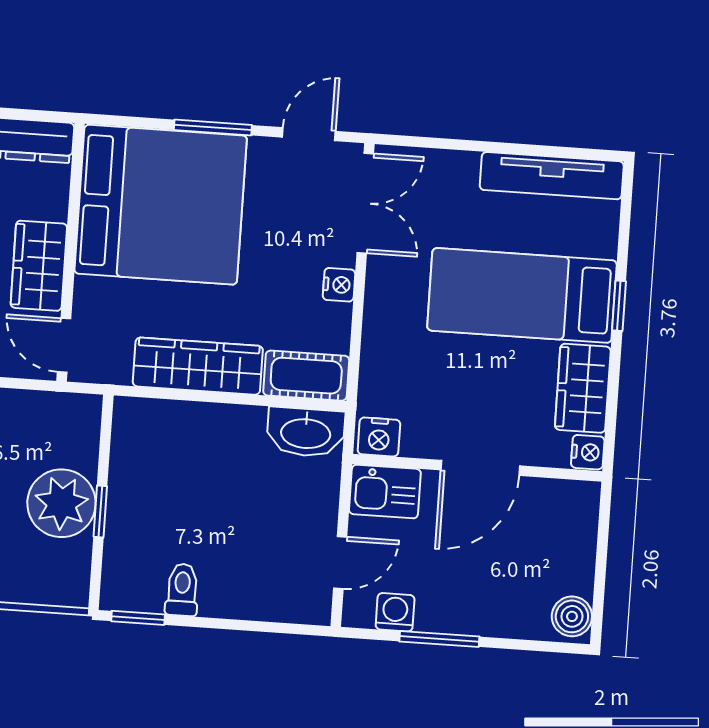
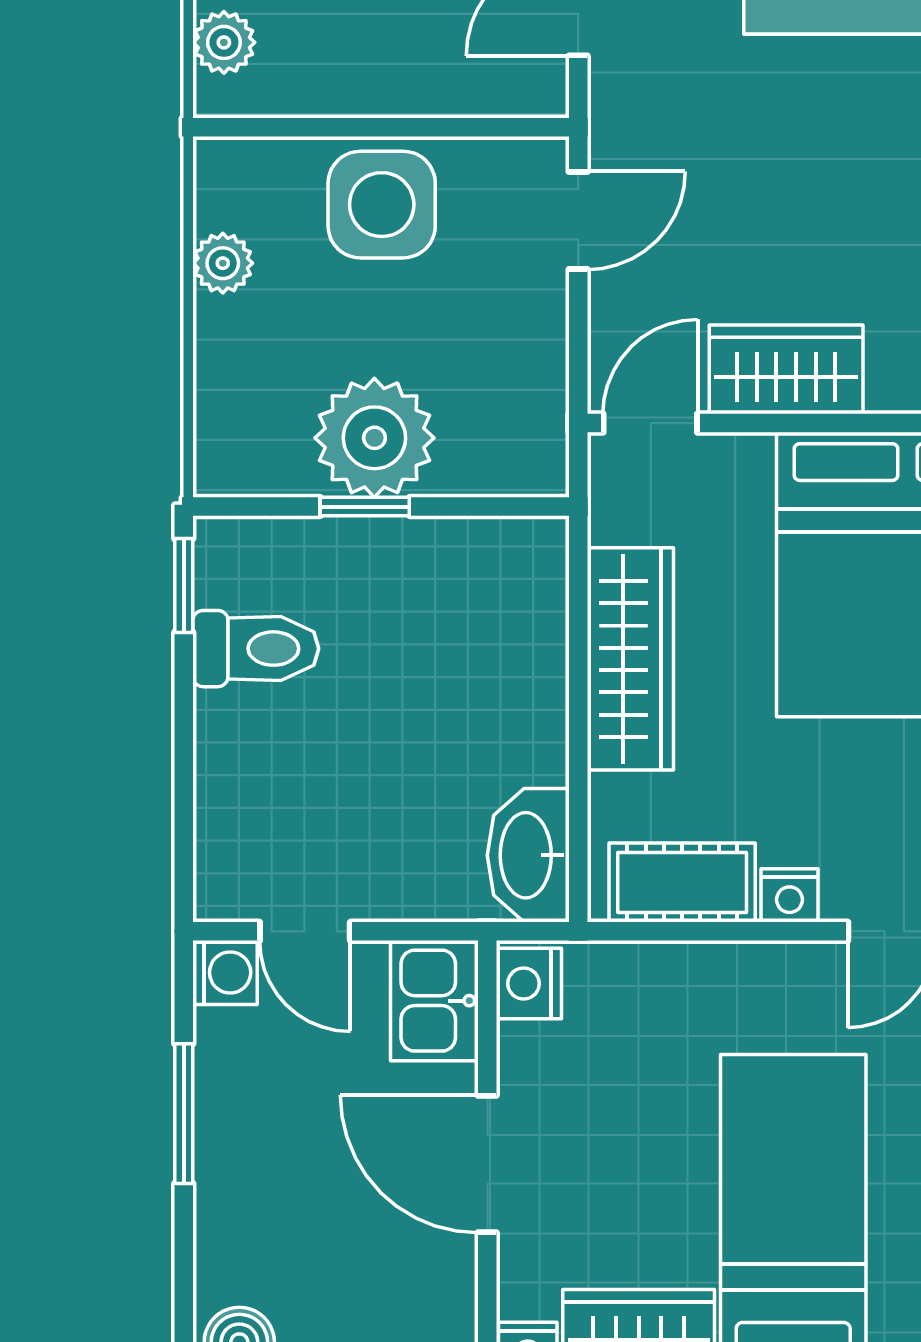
cot: (306, 376) -> (682, 883), moved, turned 90
toilet: (182, 590) -> (256, 649), width x1.37, depth x1.39
washing machine: (395, 612) -> (225, 973), moved

